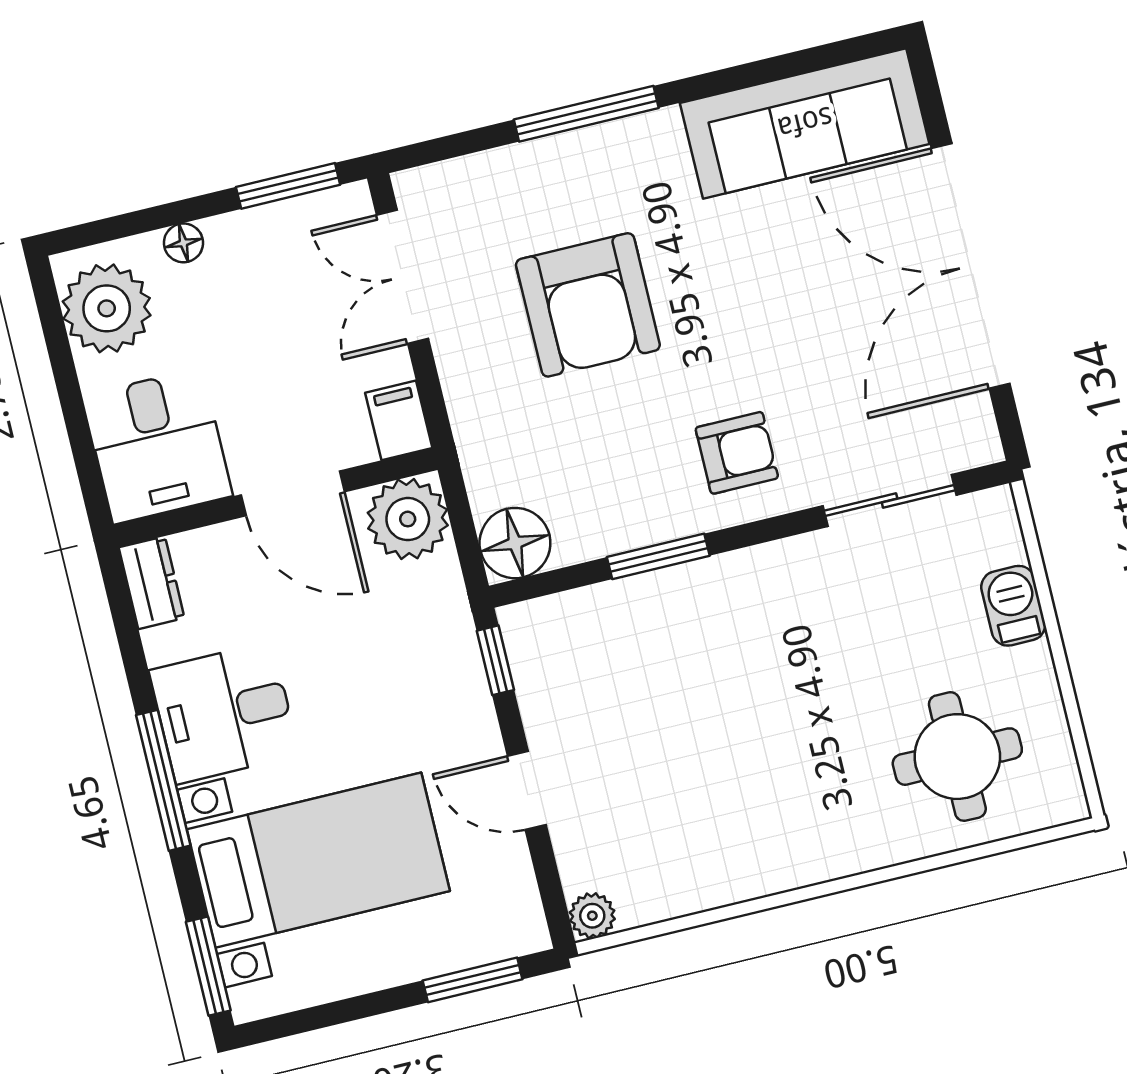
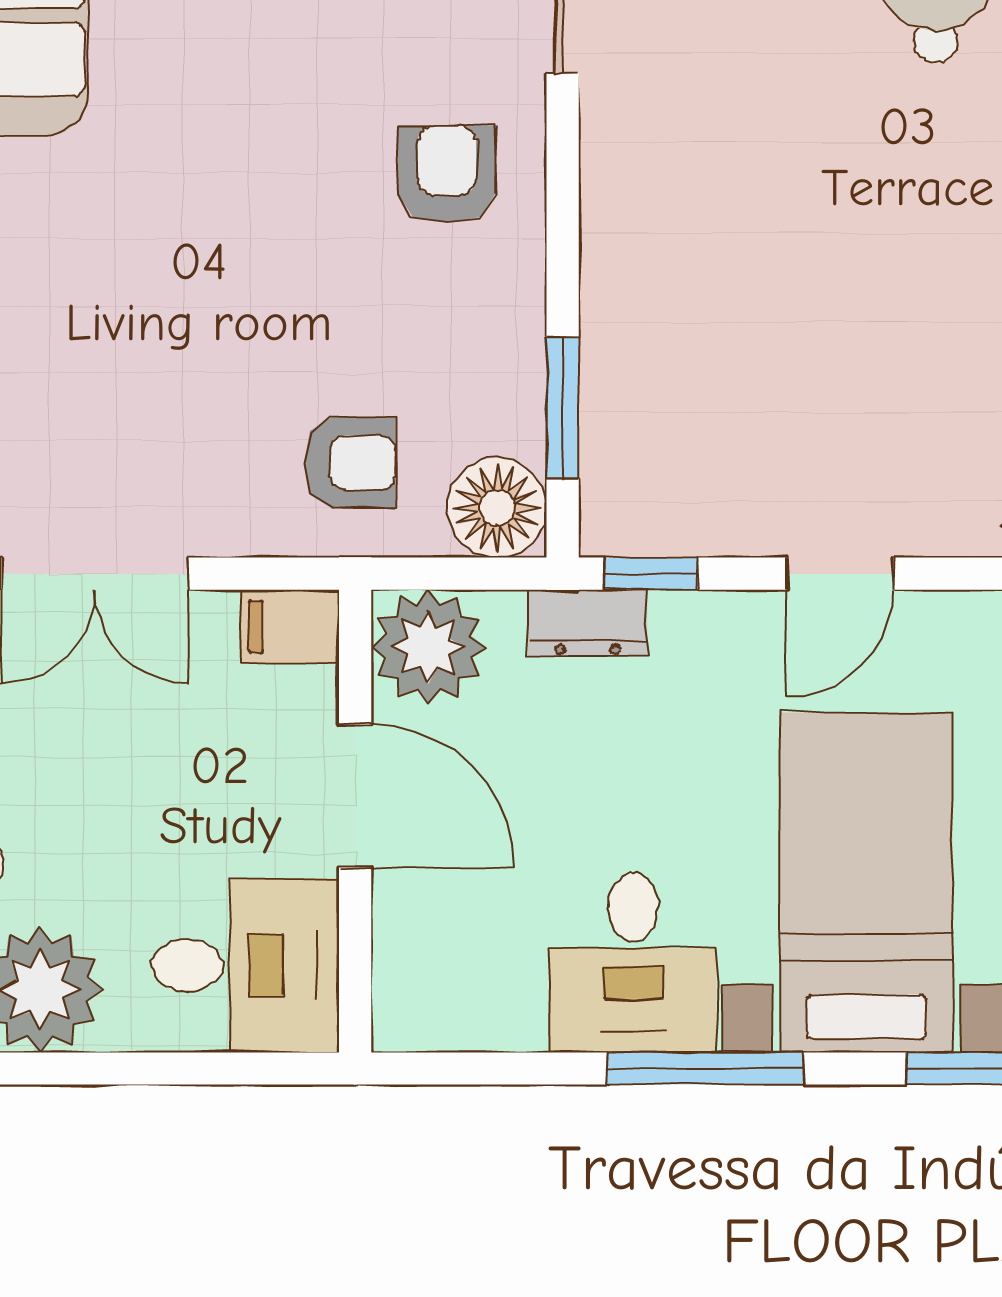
armchair: (588, 305) -> (350, 463), moved, width x0.53, depth x0.53
door: (293, 493) -> (355, 796), hinge flipped
window: (658, 556) -> (563, 408), moved
dresser: (152, 583) -> (588, 623), moved, turned 180

